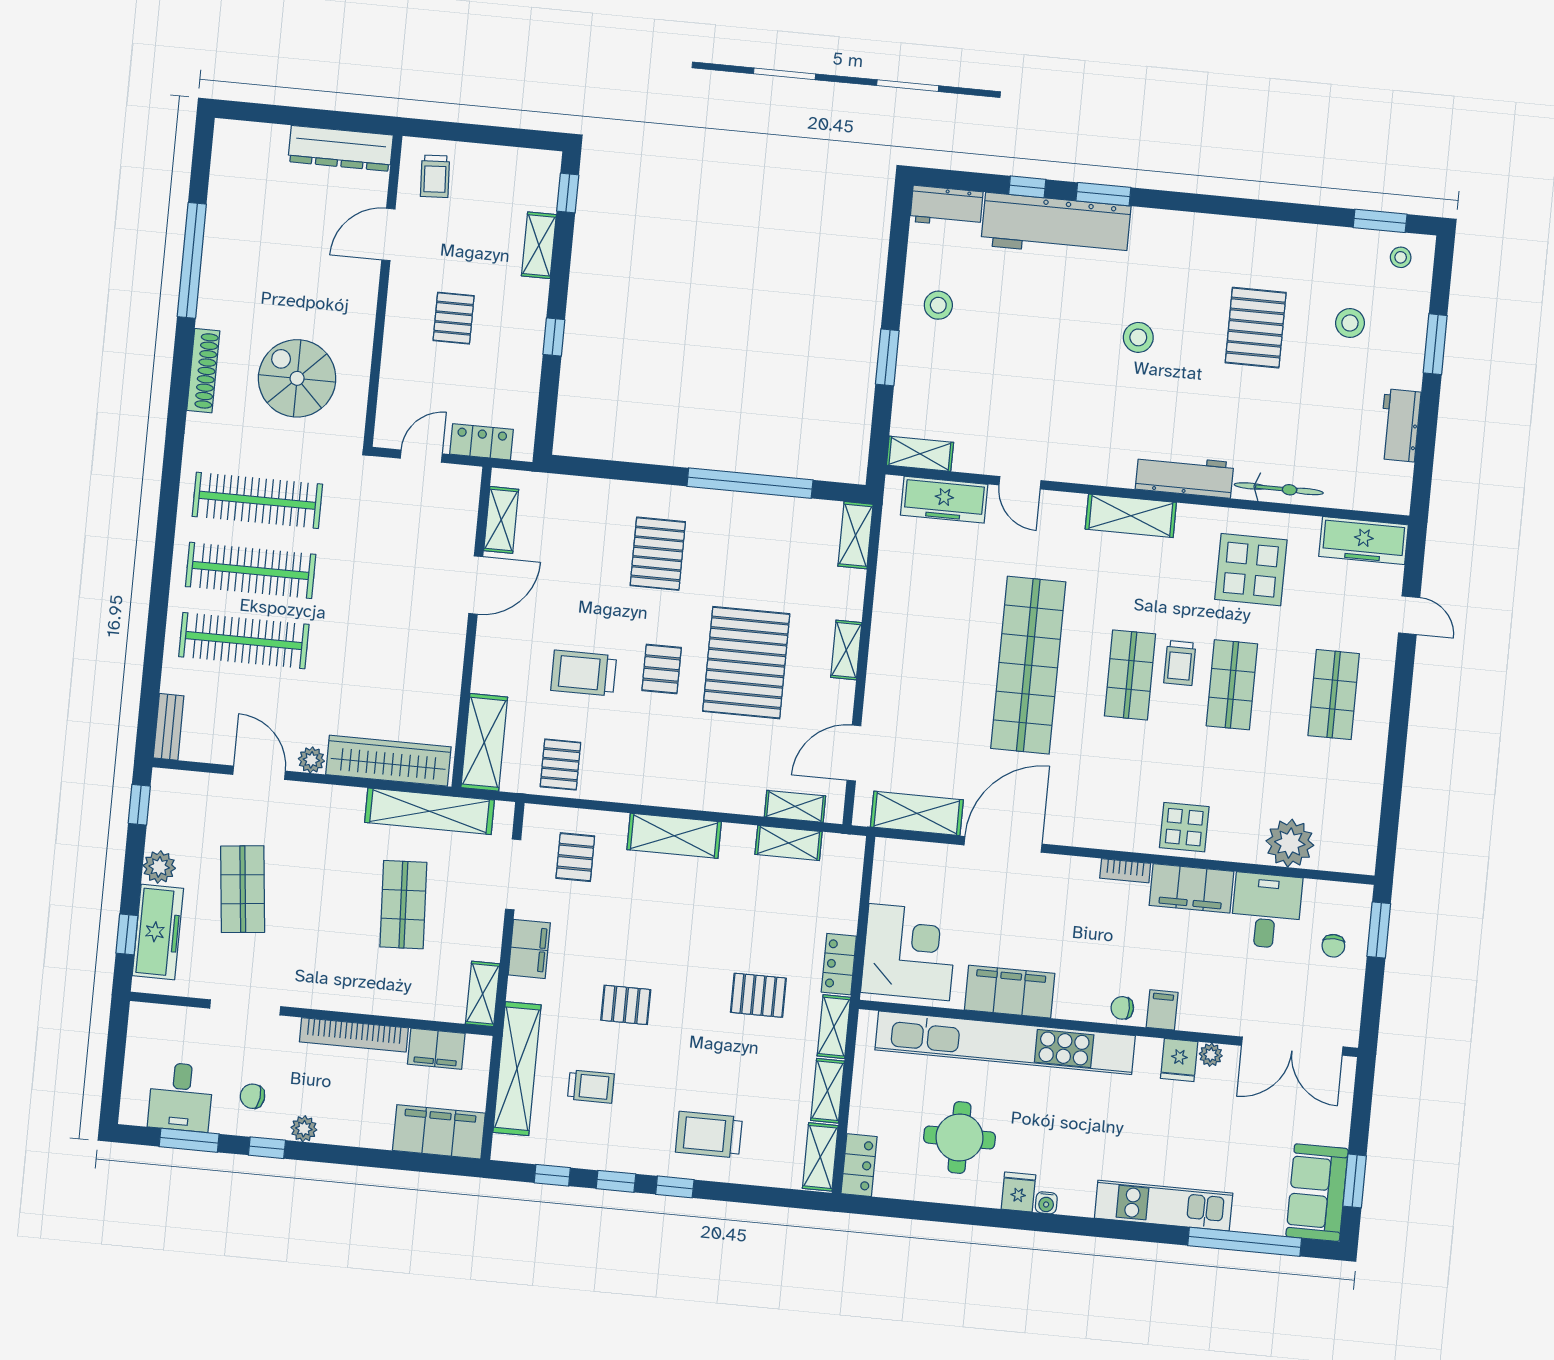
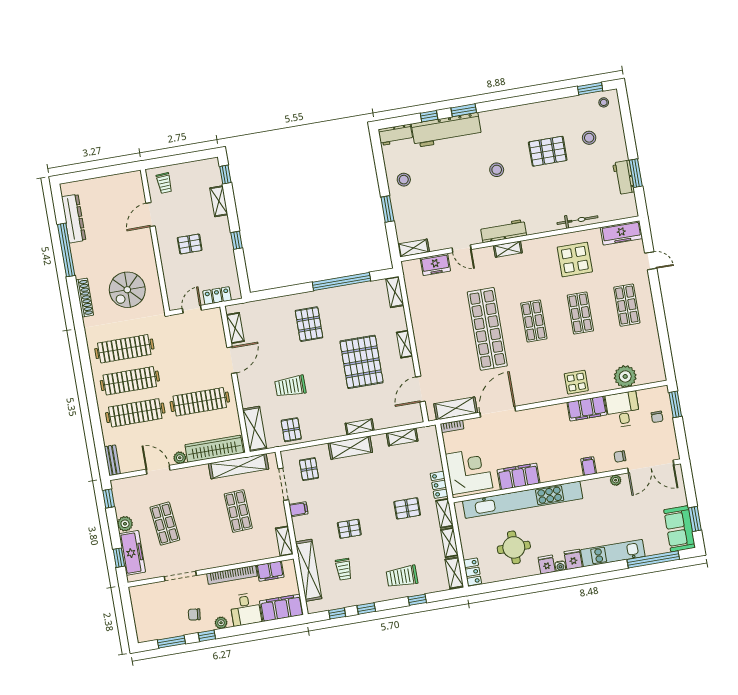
dresser: (341, 148) -> (74, 219), moved, turned -90
pallet: (454, 318) -> (190, 244), turned 90
pallet: (1256, 328) -> (548, 151), turned 90
window: (1435, 344) -> (636, 173), moved
spiral stairs: (297, 378) -> (127, 290), turned -90
workbench: (1185, 476) -> (503, 231), moved
freezer: (944, 500) -> (435, 265), width x0.71
shelving: (1131, 516) -> (508, 249), width x0.67, depth x0.75
clothes rail: (385, 654) -> (200, 402), added
trolley: (1180, 663) -> (554, 310), removed
pallet: (662, 669) -> (325, 375), removed
shelving: (795, 806) -> (360, 427), moved
bookcase: (1125, 871) -> (452, 426), moved
filing cabinet: (529, 949) -> (298, 509), width x0.50
chair: (1122, 1008) -> (620, 456), moved
fridge: (1179, 1060) -> (573, 559), moved, turned 180
trolley: (591, 1087) -> (344, 569), turned 90
desk: (181, 1097) -> (245, 609), moved
window: (675, 1187) -> (417, 600), moved

